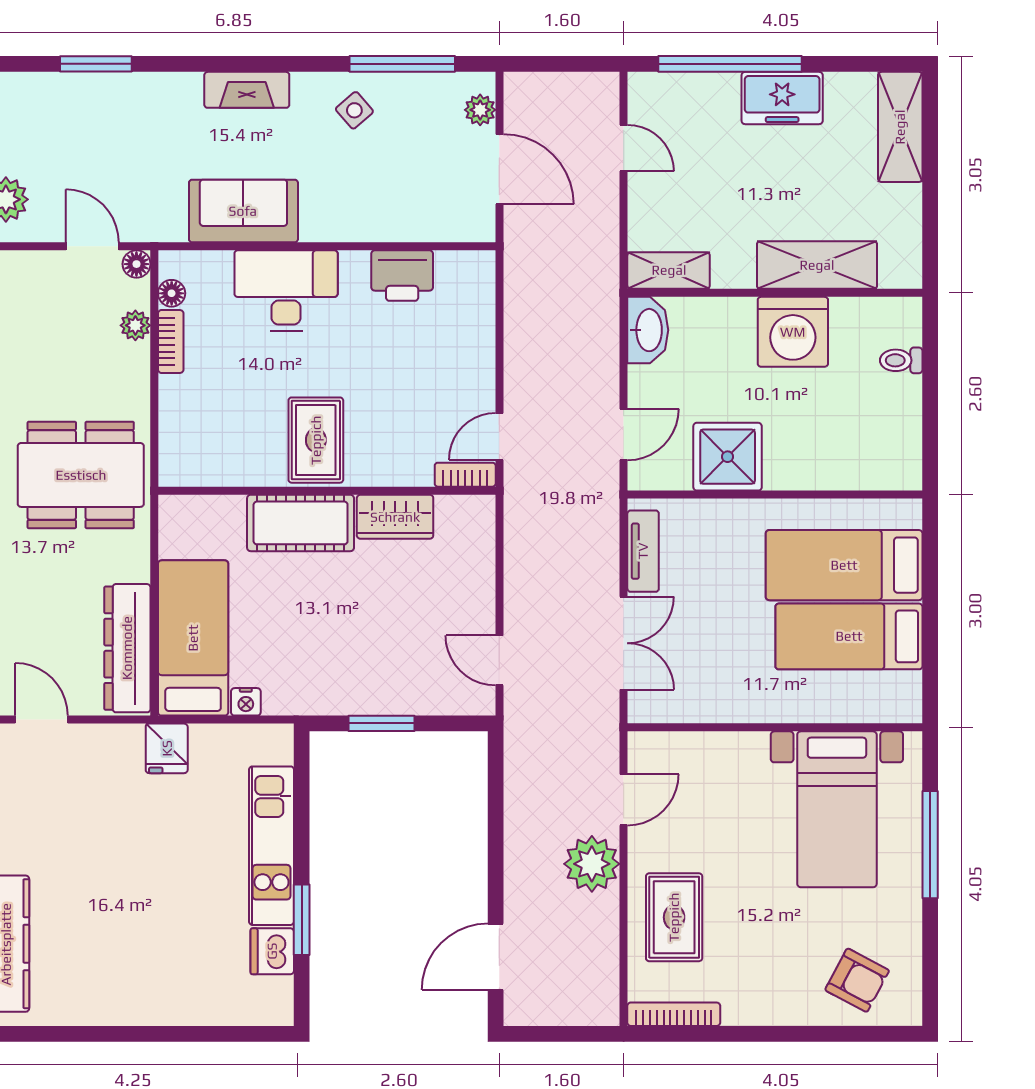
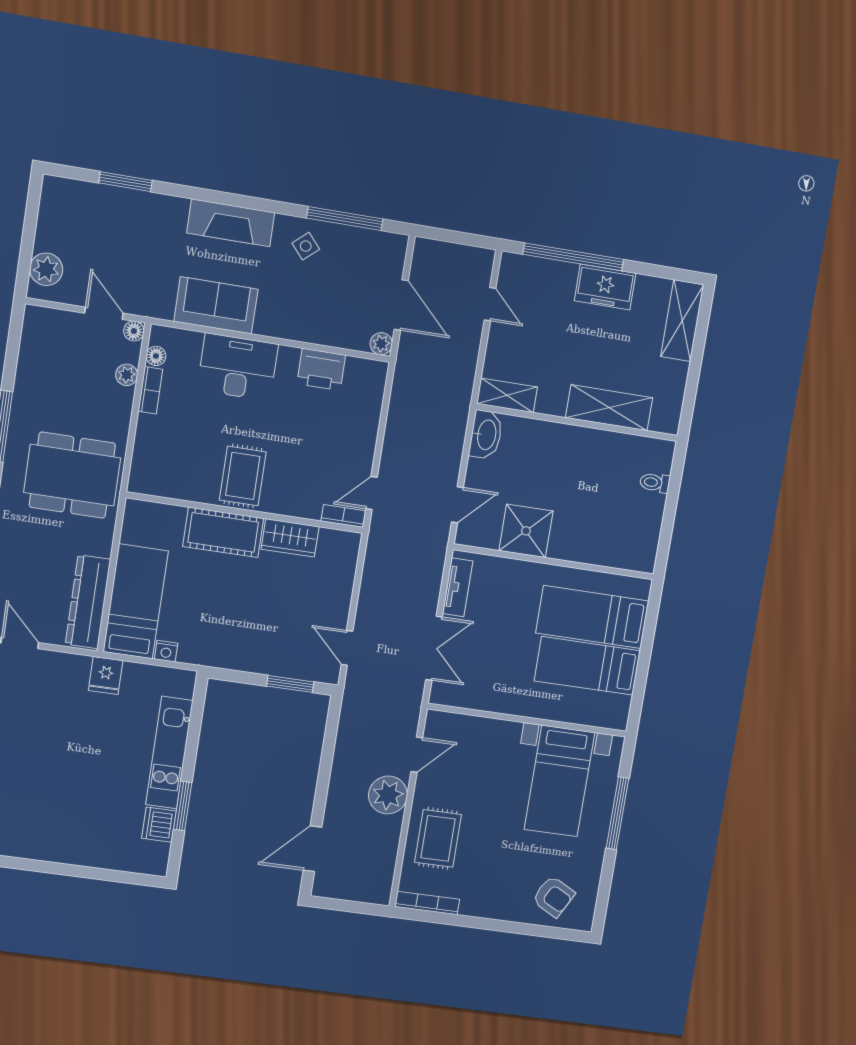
fireplace: (247, 90) -> (231, 223), width x1.37, depth x1.32
plant: (480, 110) -> (381, 344), moved
washing machine: (793, 332) -> (585, 452), removed
window: (381, 723) -> (290, 684), moved

